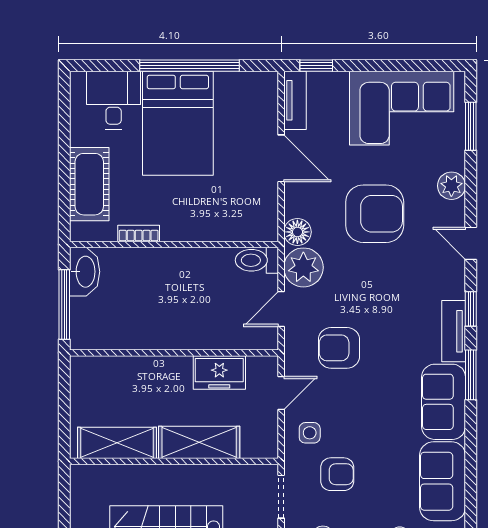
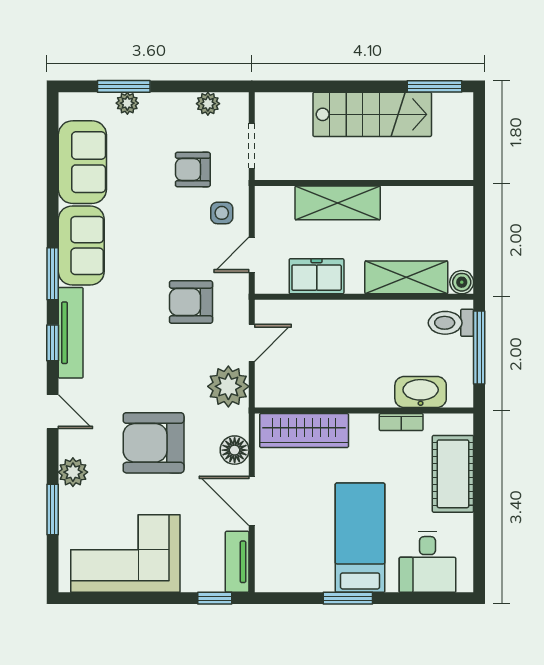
window: (190, 66) -> (348, 598), width x0.47
bed: (178, 123) -> (360, 538), width x0.67
window: (471, 126) -> (53, 509), moved
wardrobe: (231, 225) -> (304, 430), added
floor lamp: (297, 232) -> (235, 450), moved
toilet: (257, 260) -> (451, 323), moved, turned 180
washbasin: (85, 272) -> (421, 392), moved, turned 90
tv unit: (454, 331) -> (71, 333), width x1.41
armchair: (339, 348) -> (191, 302), turned 180
boiler: (81, 367) -> (462, 282), added
shelving: (117, 443) -> (406, 277), moved

